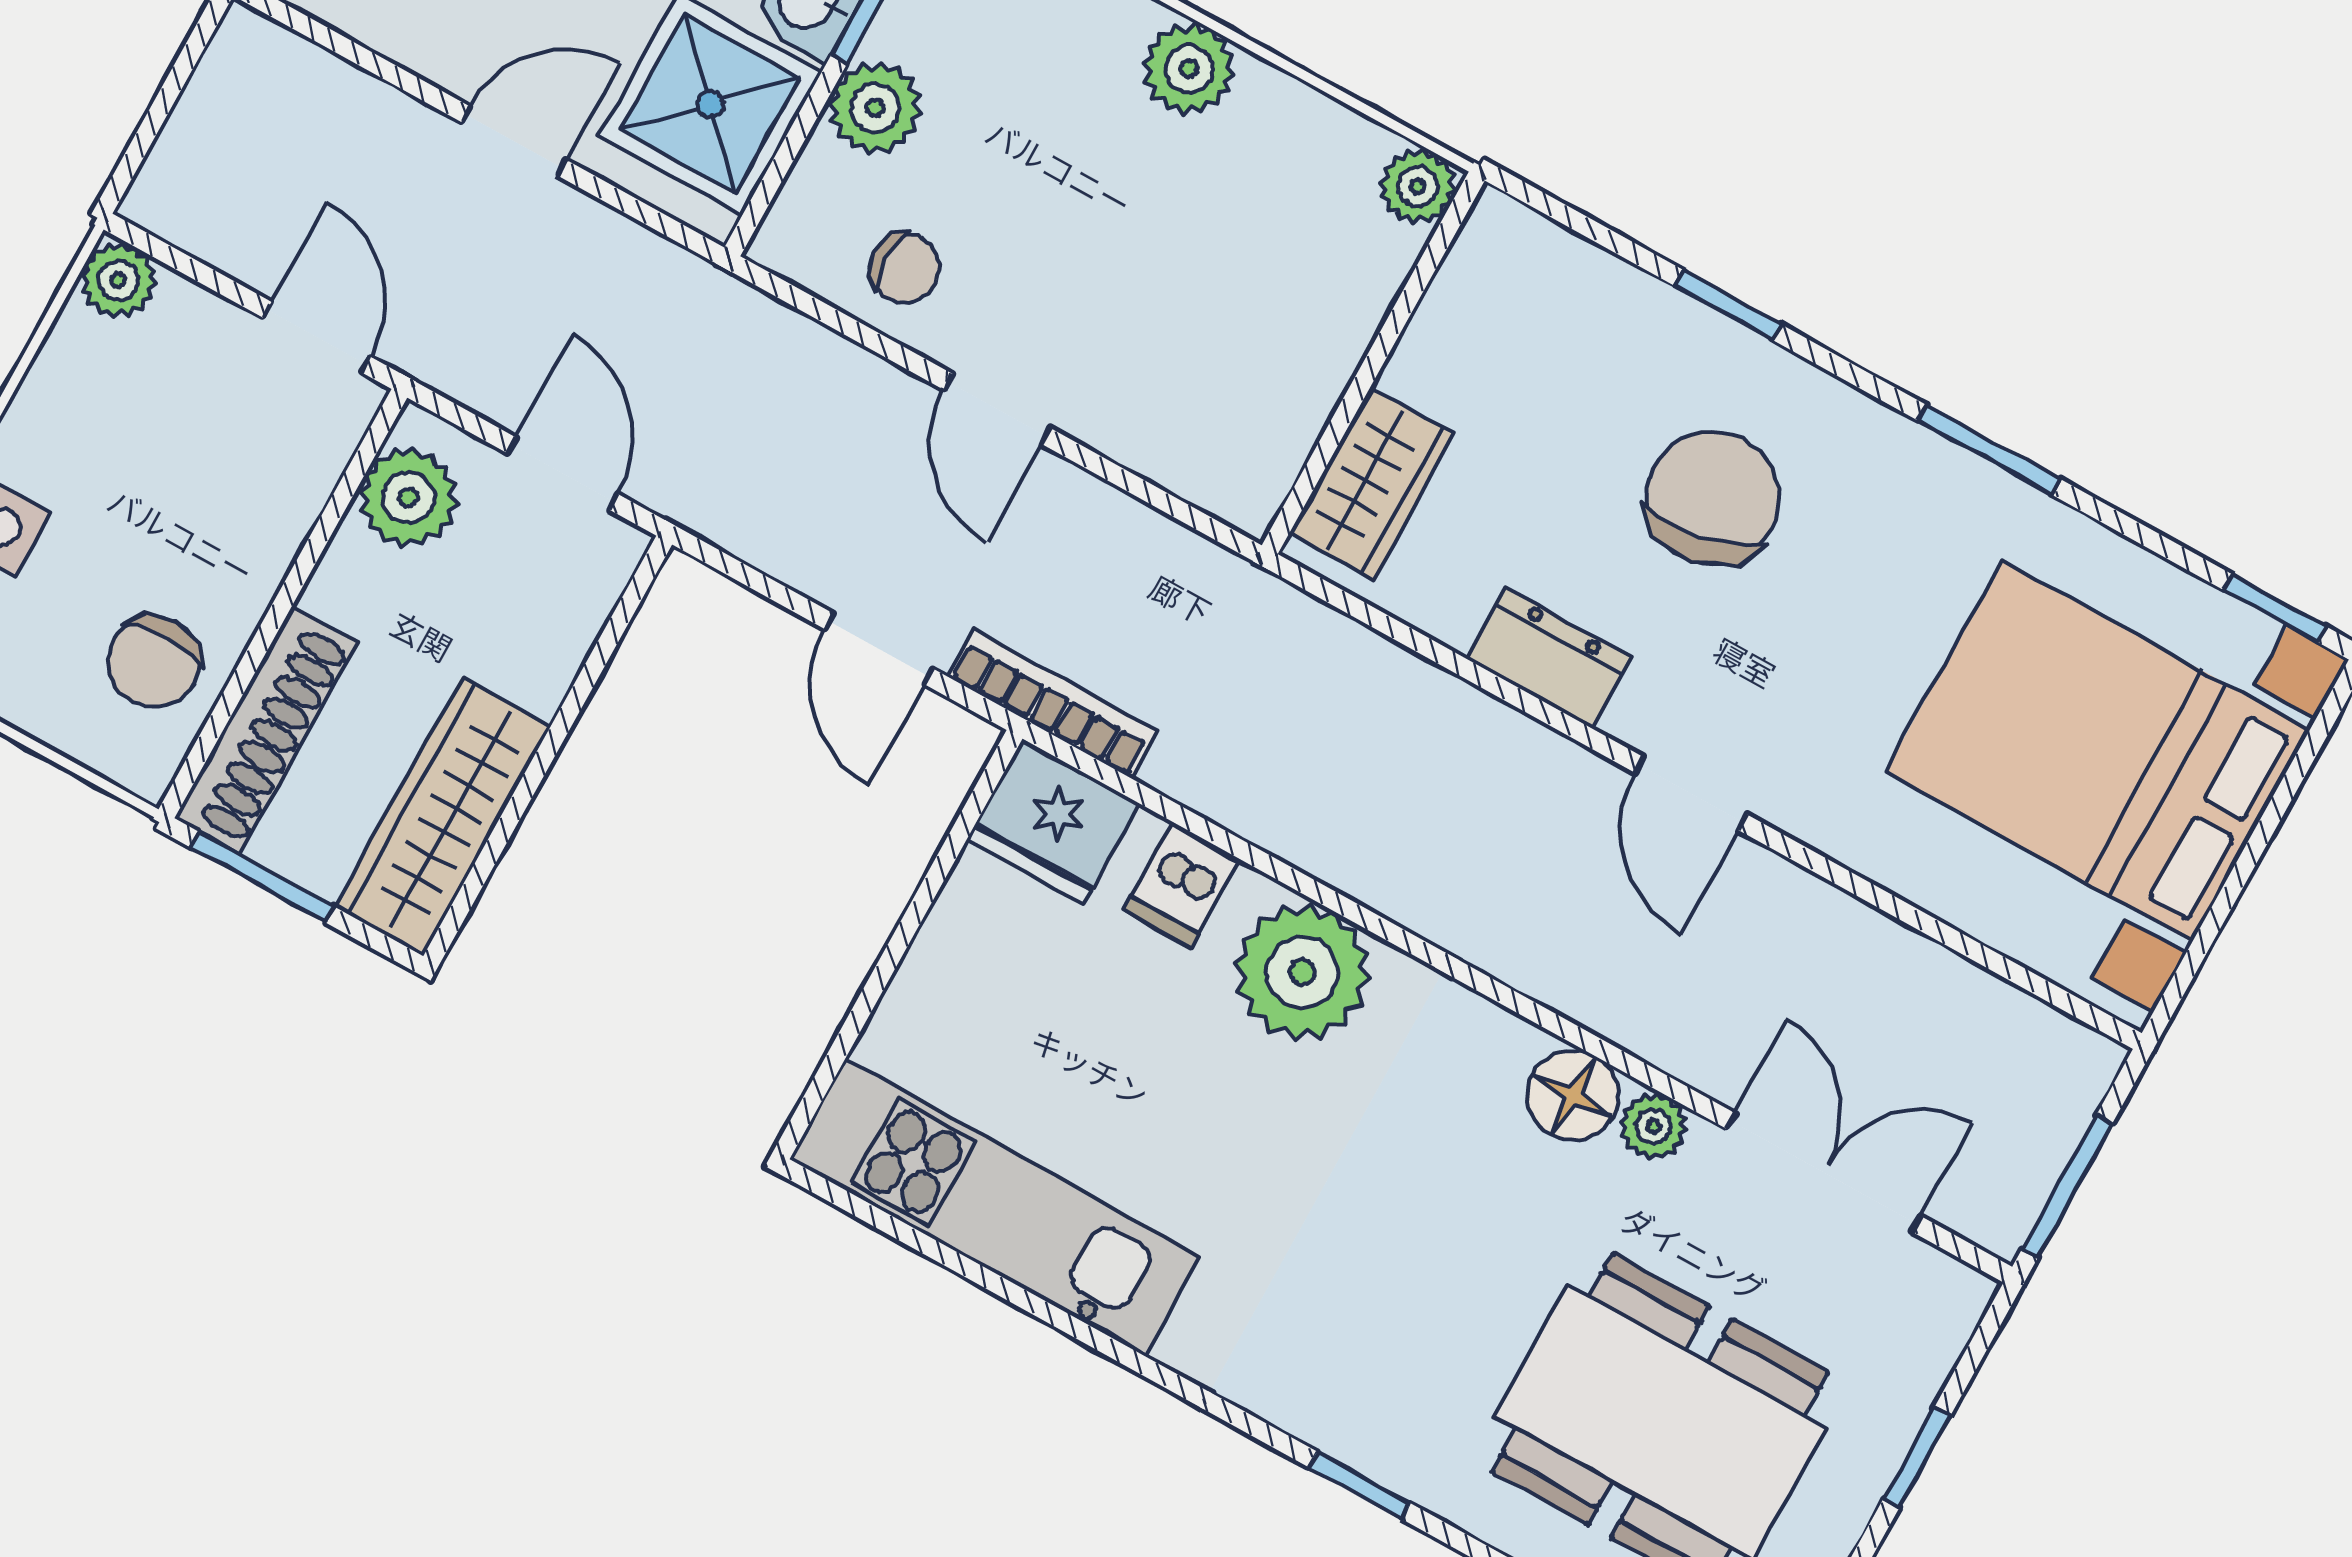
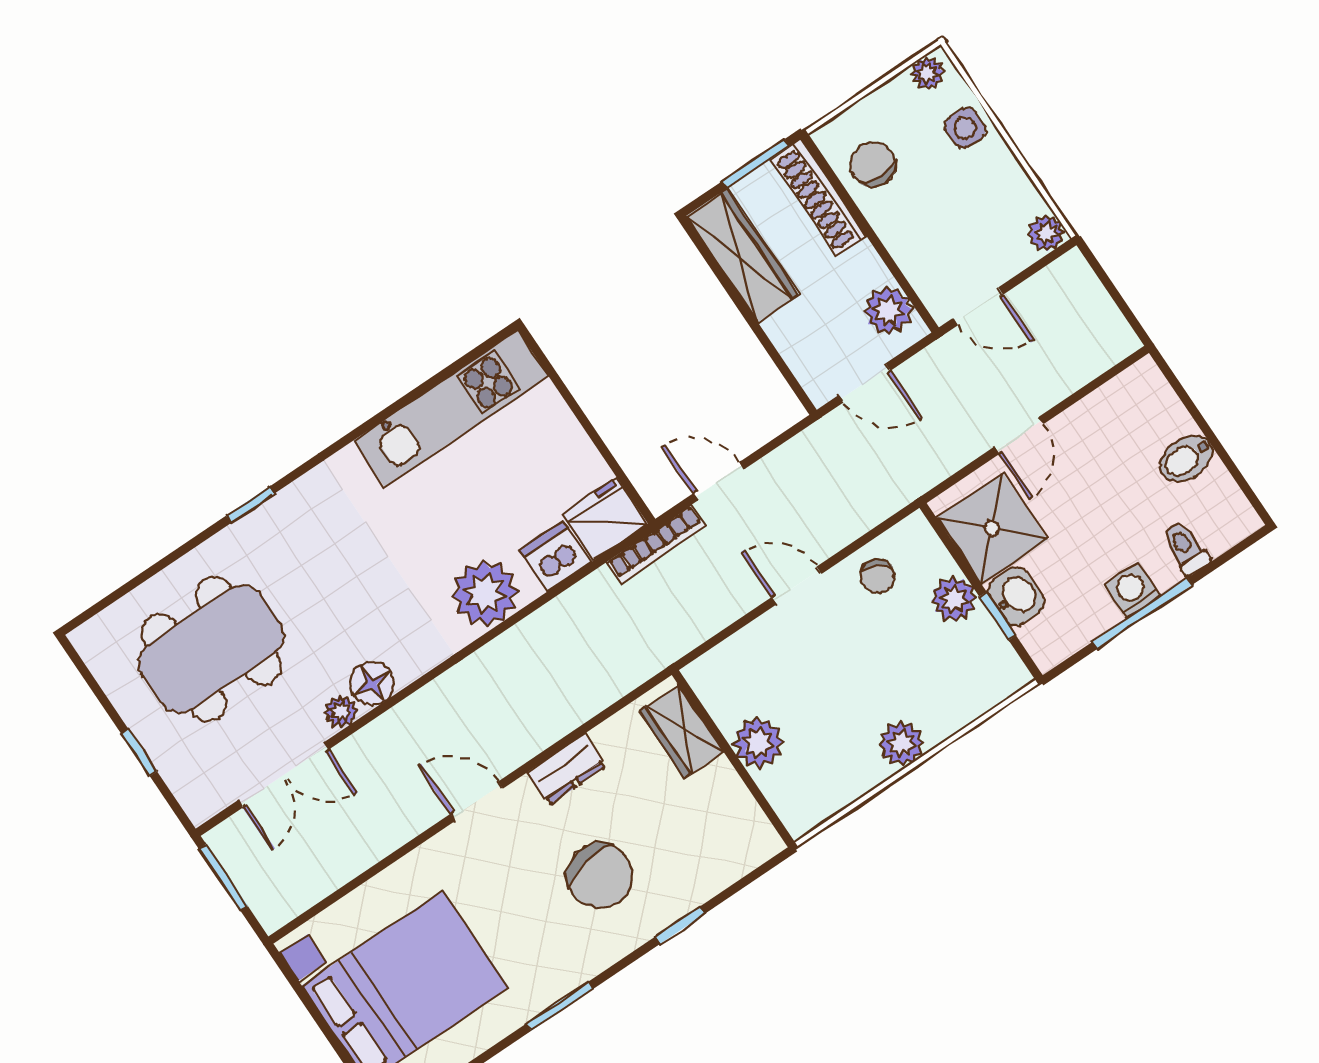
plant: (1418, 186) -> (758, 743), moved, width x1.38, depth x1.38
chair: (905, 268) -> (878, 576), turned -64
dishwasher: (1182, 885) -> (555, 556), width x1.38

